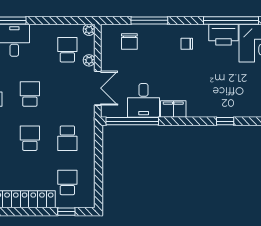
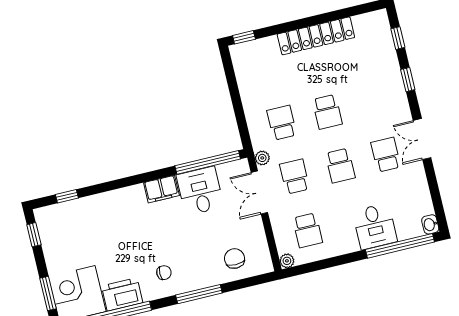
window: (149, 20) -> (199, 294), moved
plant: (89, 60) -> (262, 158), moved
window: (225, 121) -> (67, 196), moved
school desk: (67, 182) -> (295, 177), moved, turned 180
window: (66, 212) -> (244, 37), moved

